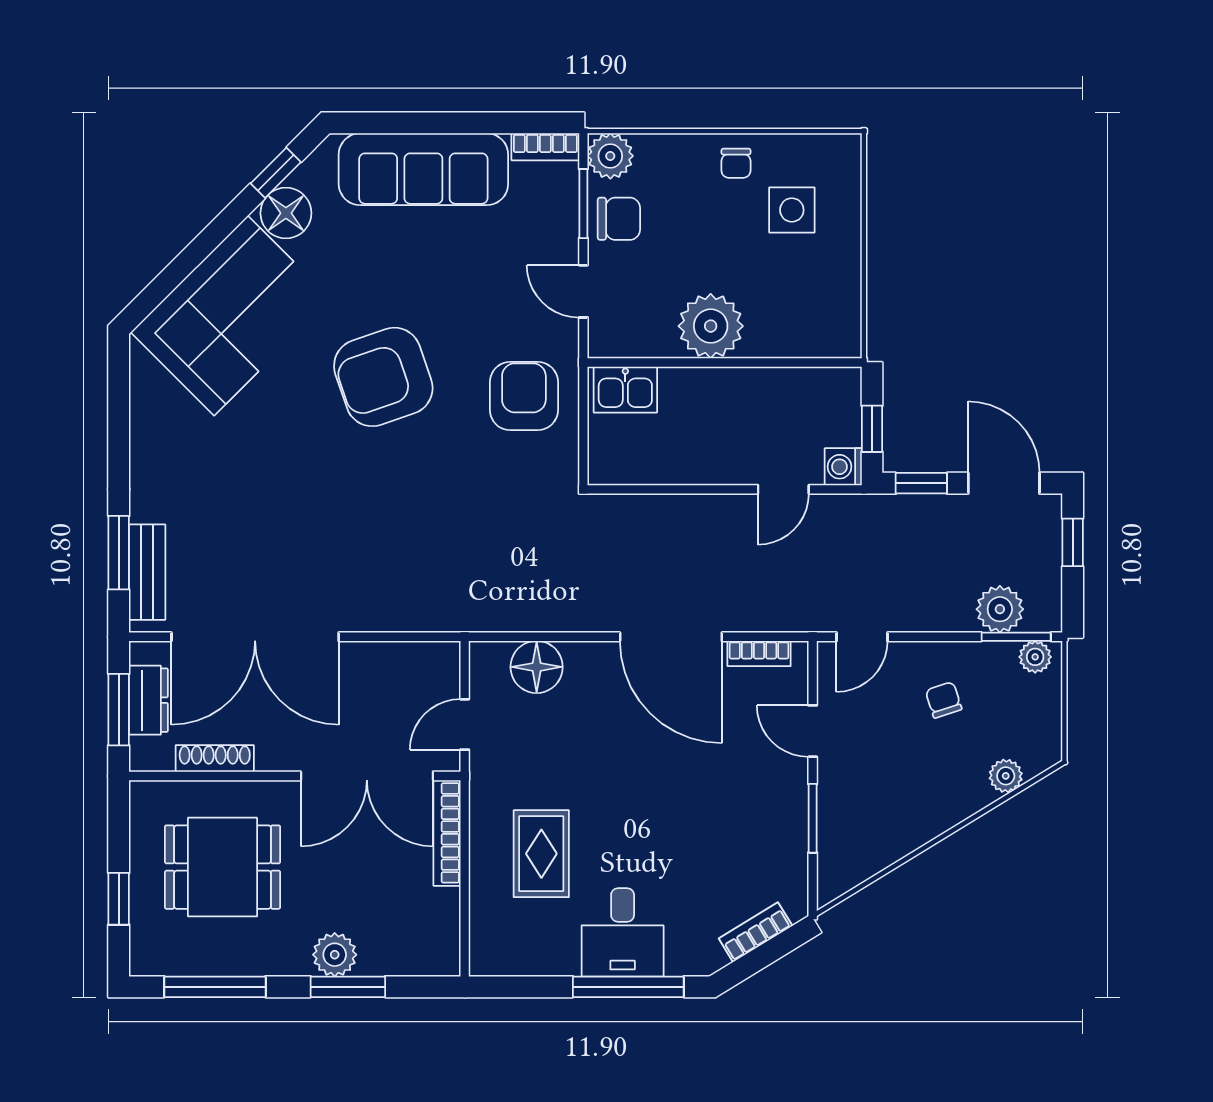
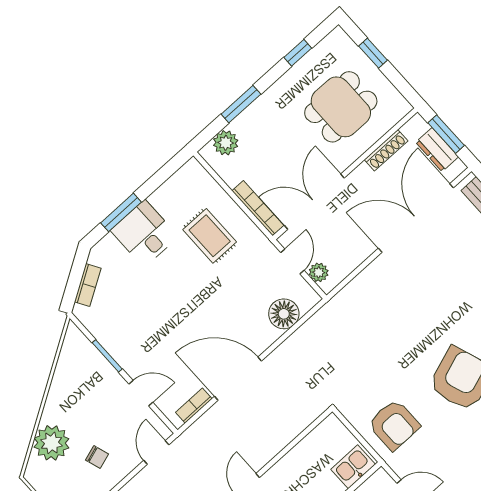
plant: (444, 680) -> (319, 272), added
plant: (1006, 776) -> (51, 443), width x1.87, depth x1.87
plant: (335, 955) -> (226, 143), moved
window: (215, 987) -> (298, 53), width x0.46
window: (628, 987) -> (121, 212), width x0.69

